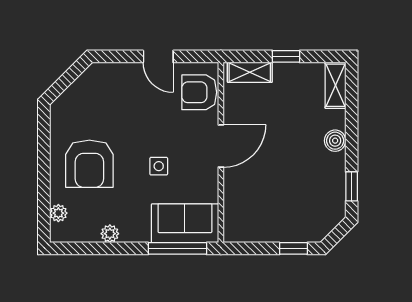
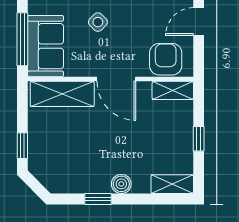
shelving: (250, 72) -> (173, 90), moved, turned 90
side table: (159, 166) -> (98, 22), turned 45
window: (352, 186) -> (98, 199), moved
shelving: (237, 205) -> (62, 94), added

